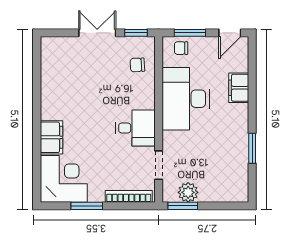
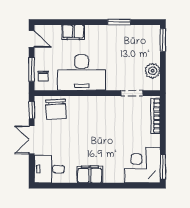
chair: (137, 65) -> (56, 109), width x1.87, depth x1.87
desk: (135, 128) -> (49, 169), moved, turned -90
filing cabinet: (51, 137) -> (90, 174), moved
window: (87, 206) -> (163, 167), moved
window: (183, 206) -> (163, 40), moved

